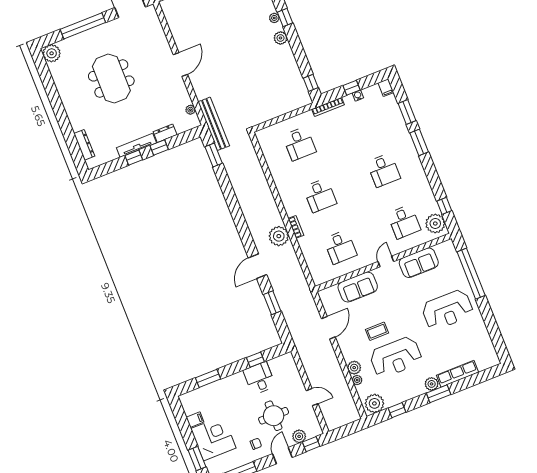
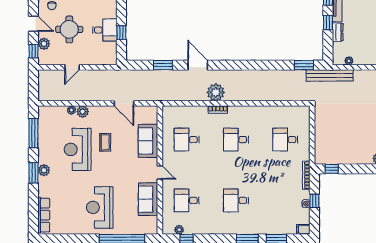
plant: (435, 224) -> (179, 230), width x0.53, depth x0.53
row of seats: (458, 374) -> (44, 215), moved
plant: (374, 403) -> (46, 117), removed
window: (397, 410) -> (33, 133), width x2.17

